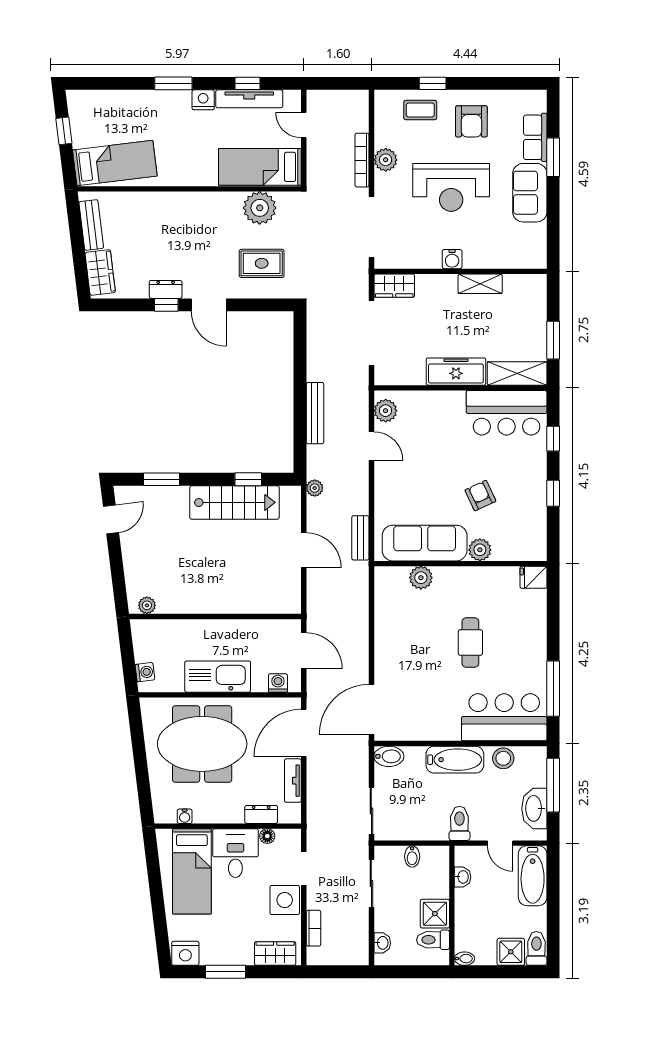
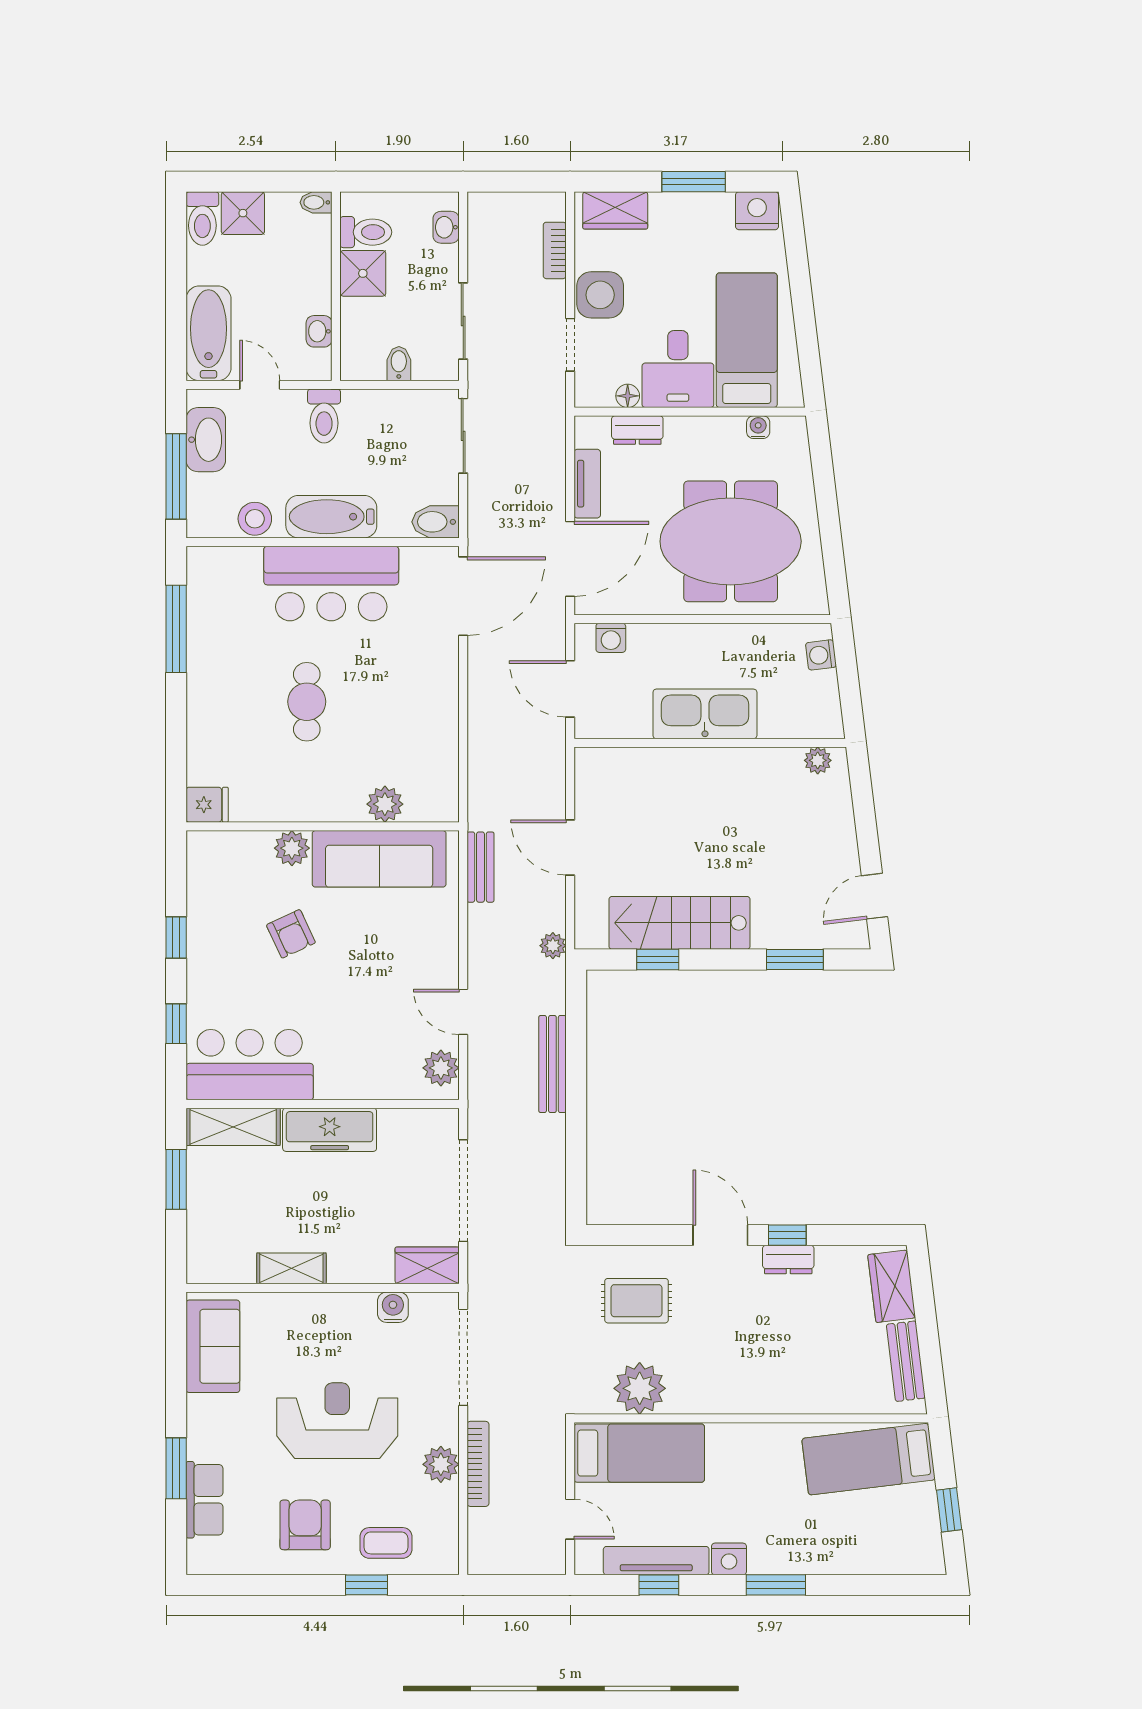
sofa: (530, 193) -> (213, 1346), moved
water cooler: (452, 259) -> (393, 1307), moved
kitchen sink: (218, 677) -> (705, 714), moved, turned 180
bar counter: (504, 717) -> (331, 584), moved

